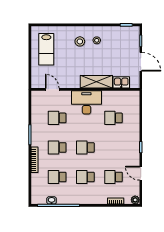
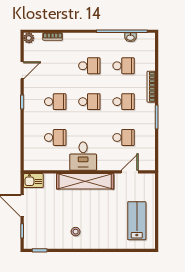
stool: (80, 41) -> (96, 230), removed
shelving: (96, 82) -> (85, 181), width x1.47
kitchen sink: (121, 82) -> (33, 181), moved
door: (52, 89) -> (130, 172), swing flipped
desk: (86, 102) -> (83, 156), width x0.73
door: (141, 173) -> (22, 70), hinge flipped
school desk: (114, 177) -> (55, 102), moved

